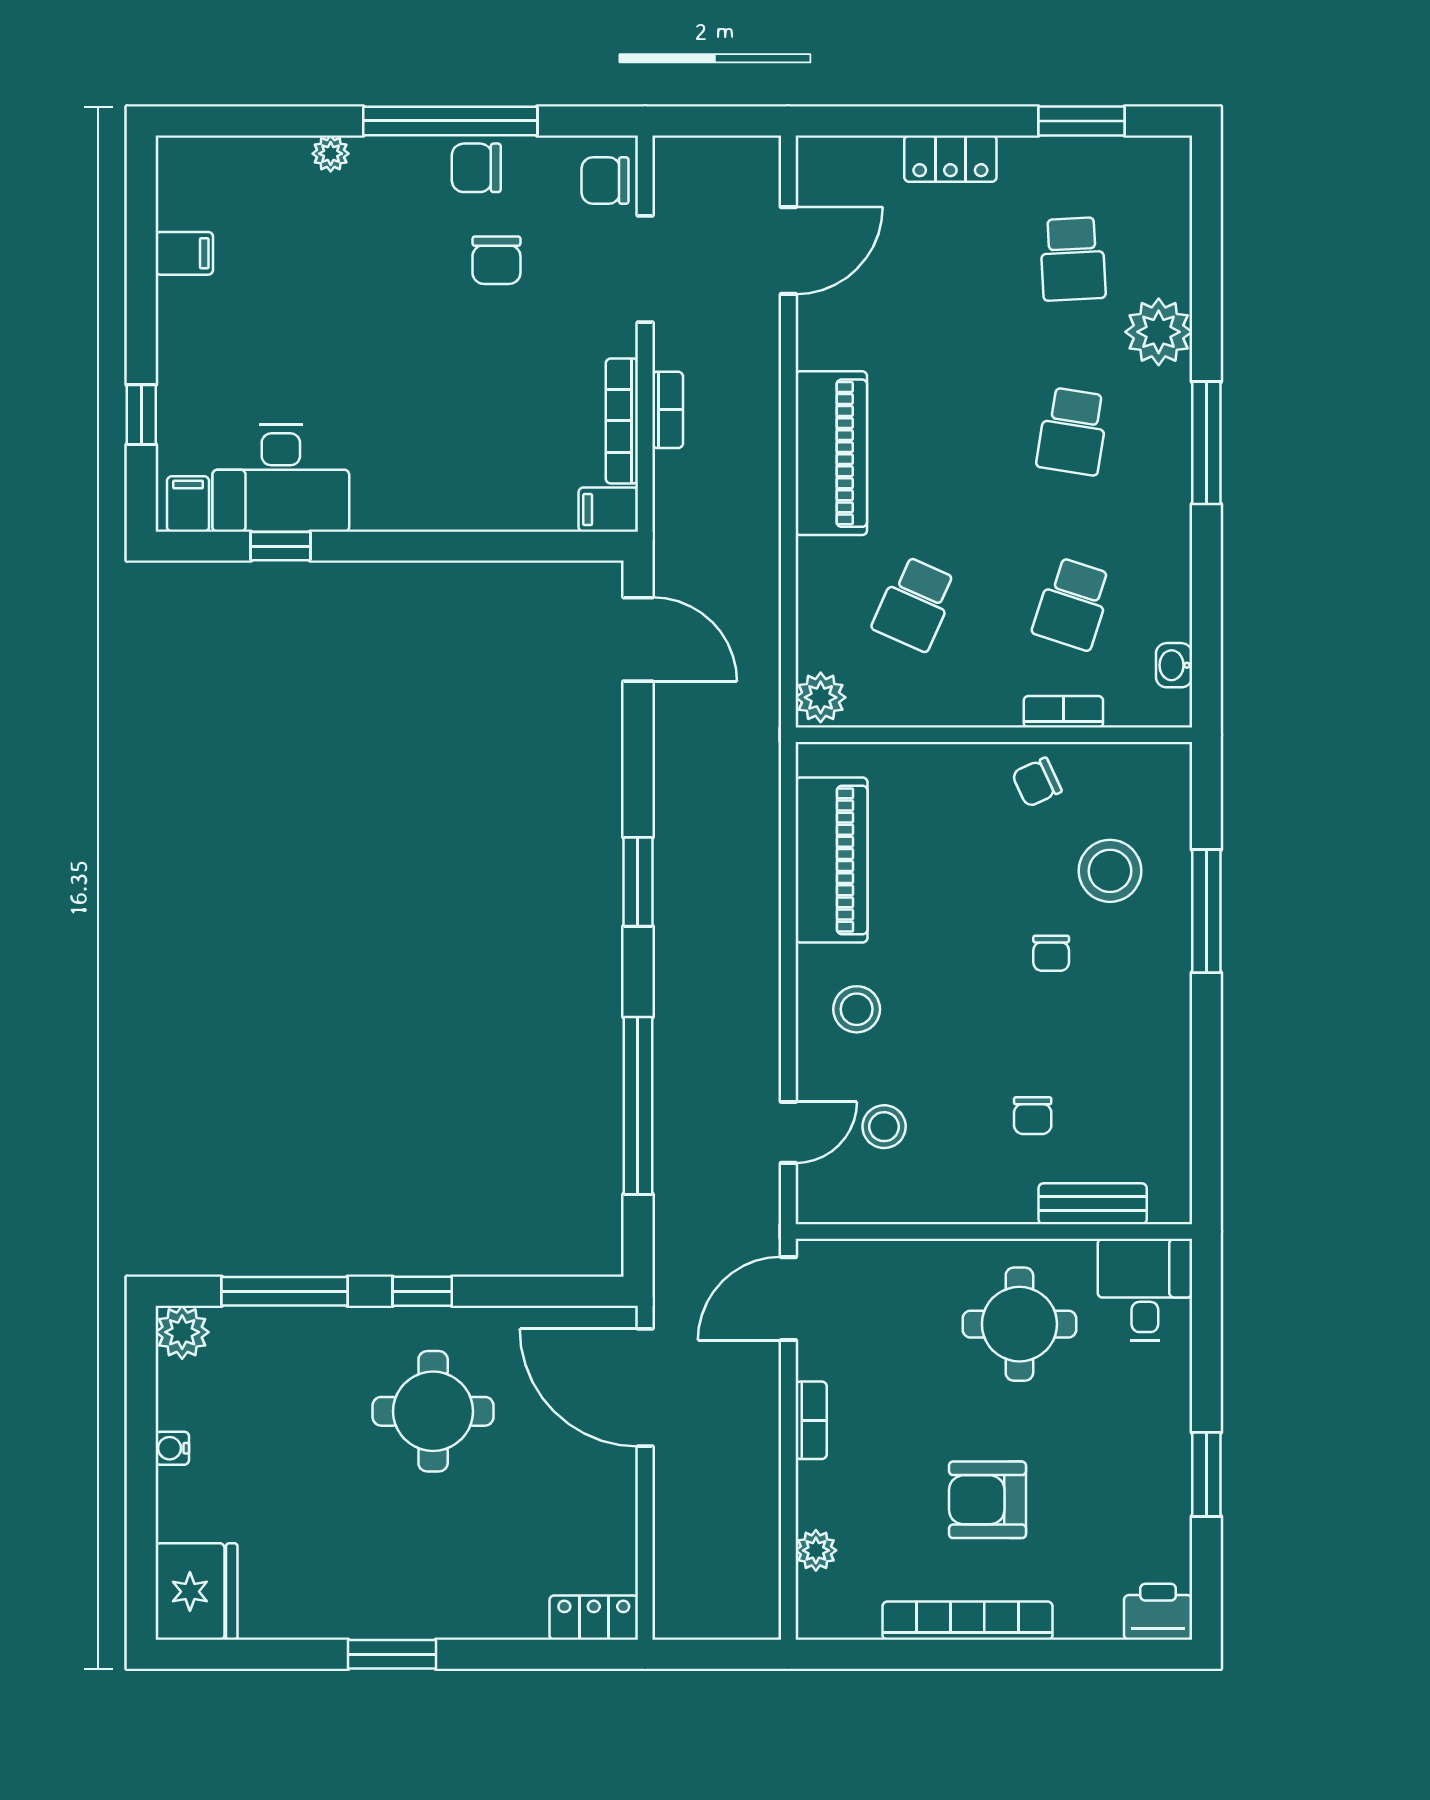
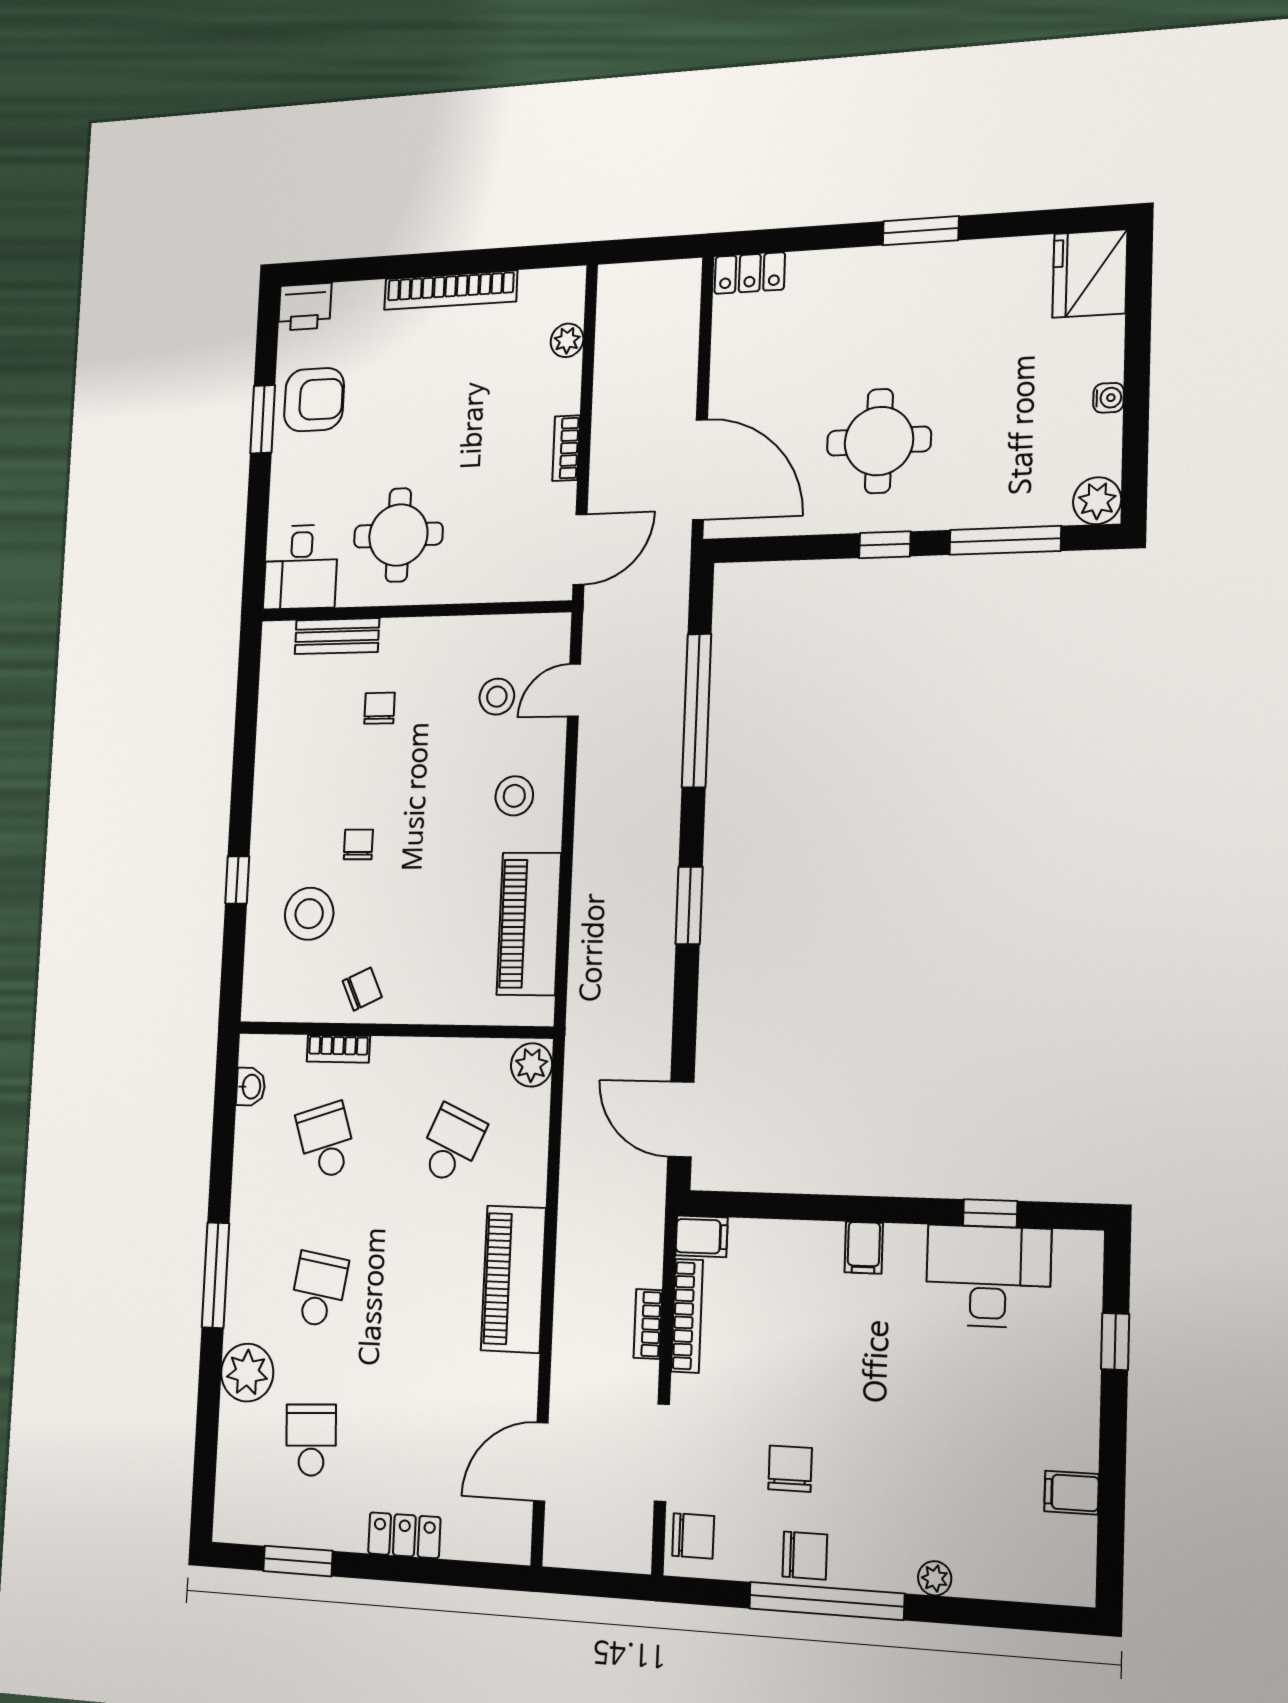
filing cabinet: (188, 504) -> (864, 1248), moved
school desk: (1073, 604) -> (326, 1141), turned -36
window: (1206, 911) -> (237, 880), width x0.46
armchair: (988, 1500) -> (314, 400), moved

